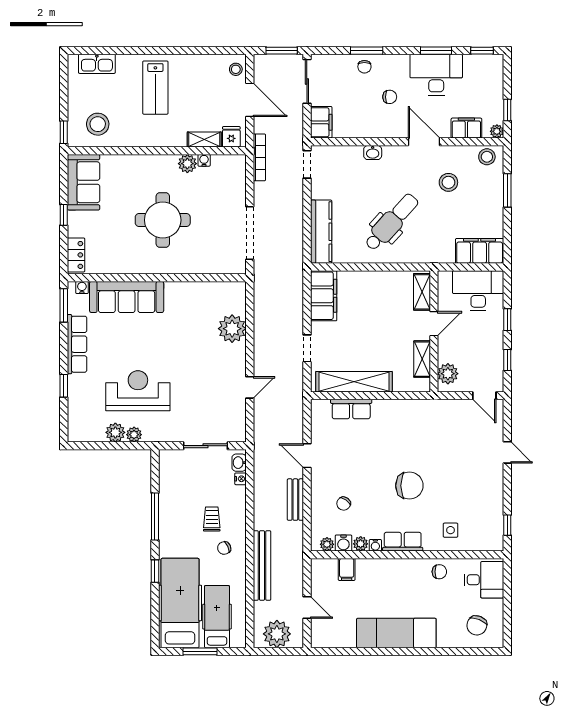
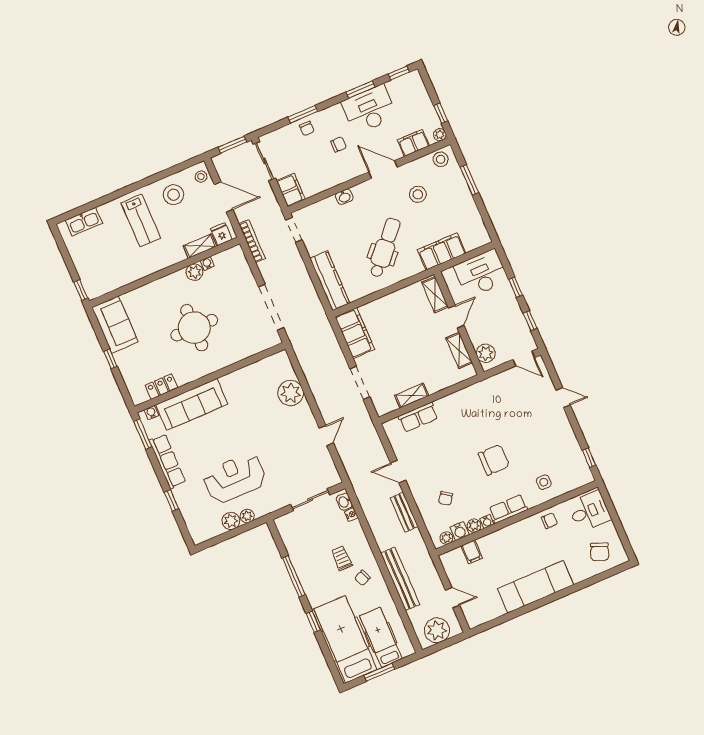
stool: (98, 124) -> (174, 195), moved
filing cabinet: (480, 251) -> (442, 252), moved
locker: (76, 255) -> (161, 387), moved, turned -90
doorway: (307, 348) -> (360, 383), width x1.38
shelving: (354, 382) -> (412, 396), width x0.45, depth x0.75

